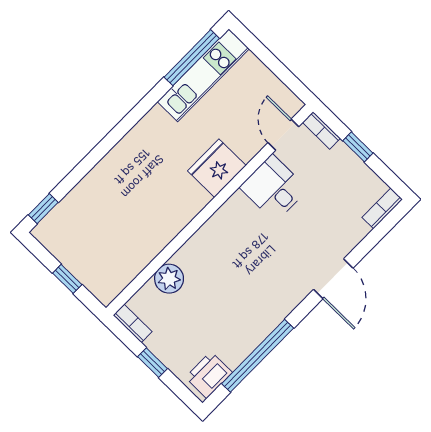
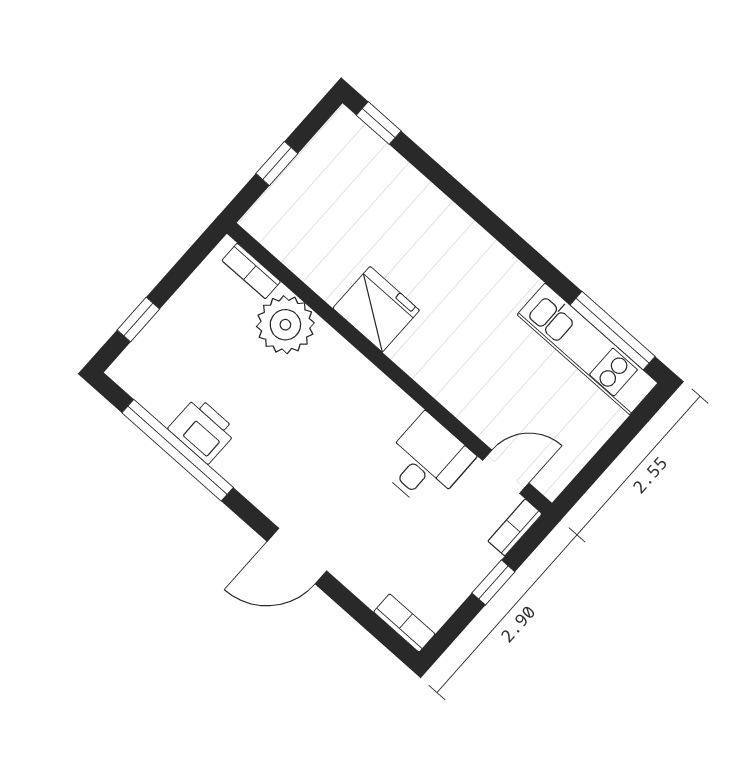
fridge: (217, 168) -> (376, 309), moved
plant: (169, 279) -> (285, 325), width x1.36, depth x1.36
bookcase: (133, 323) -> (251, 271), moved, turned 90
window: (153, 363) -> (138, 319), moved
printer: (209, 375) -> (202, 430), moved

